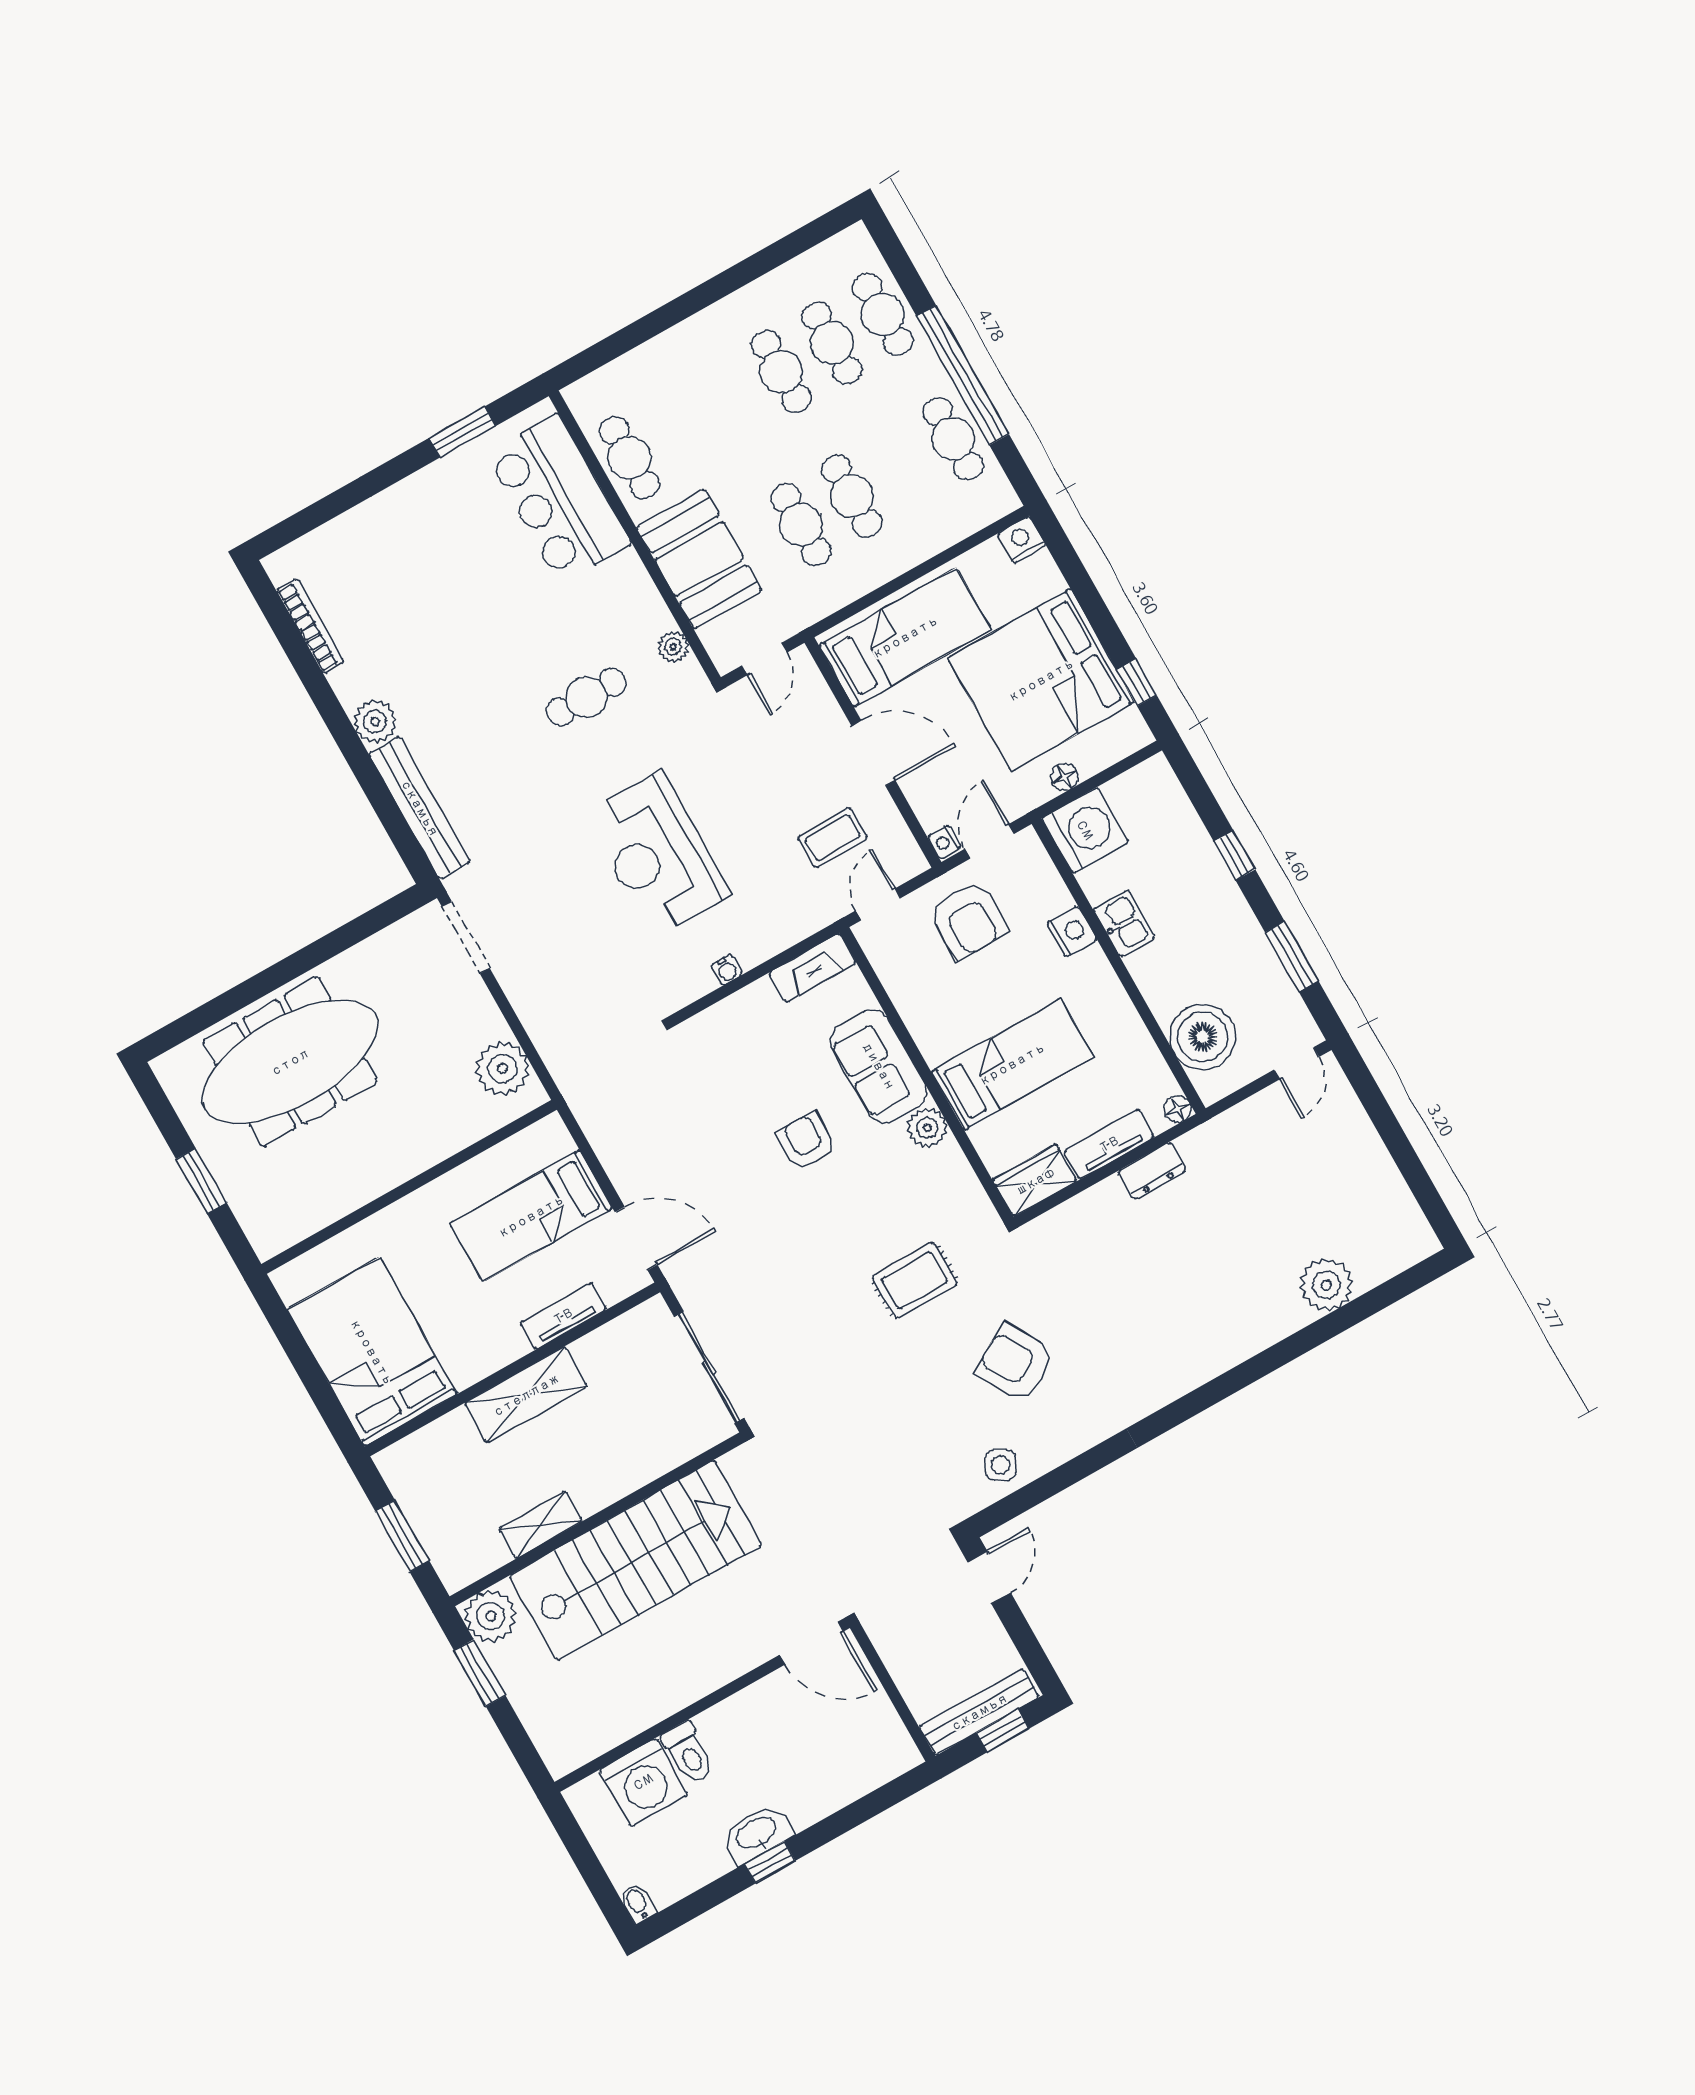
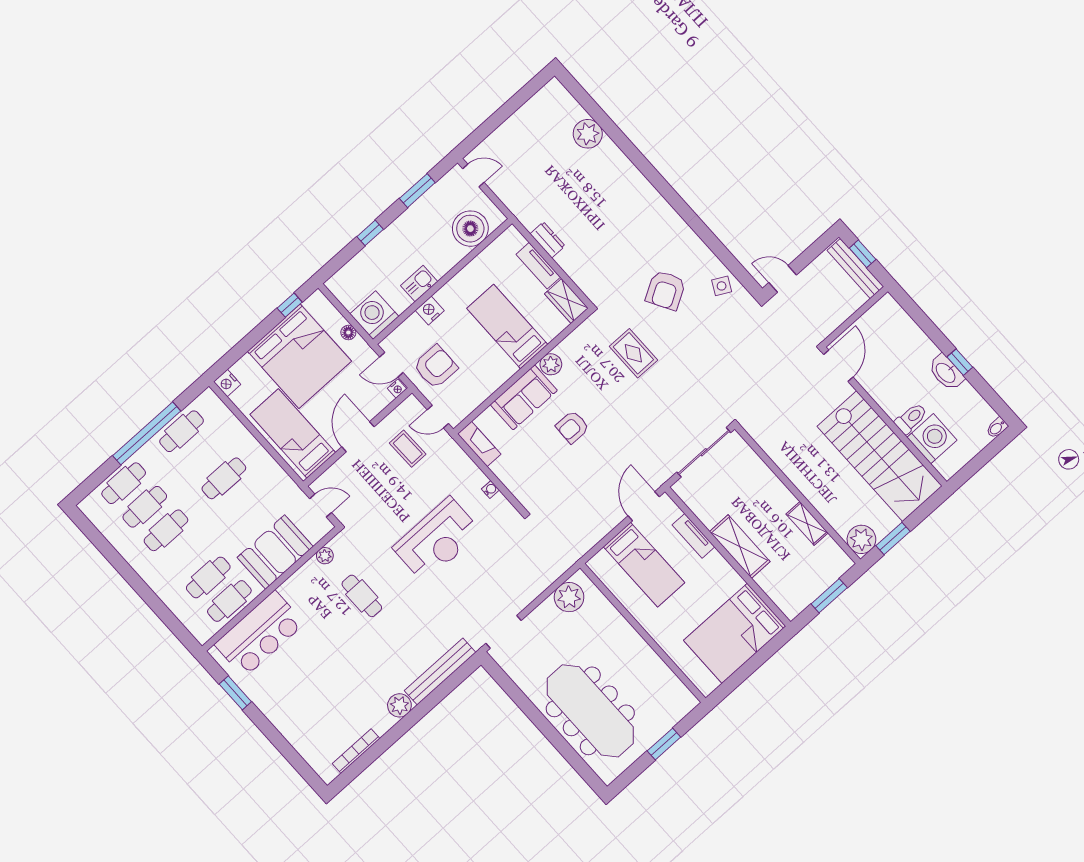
cafe table: (801, 525) -> (208, 577), moved
floor lamp: (1178, 1109) -> (512, 233), removed
stairs: (636, 1560) -> (880, 456), moved, turned 180

